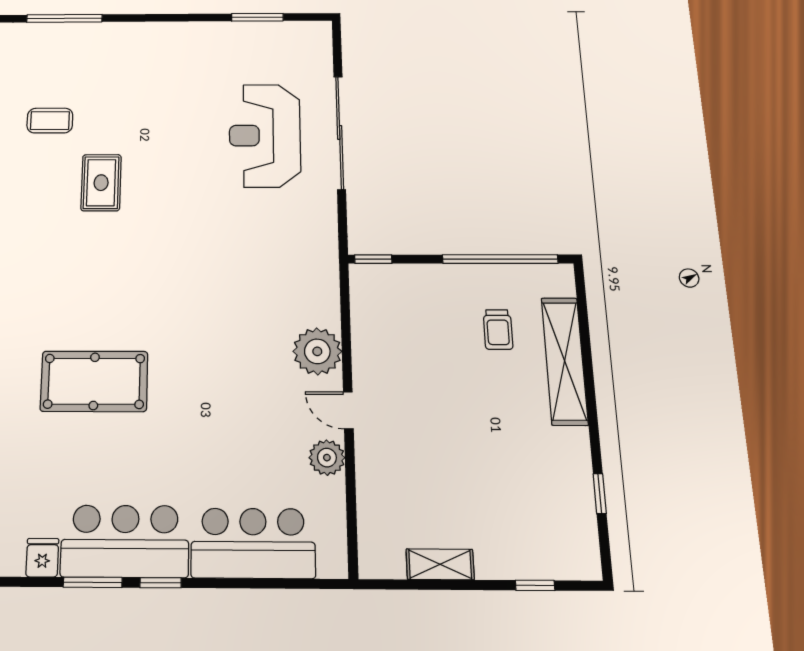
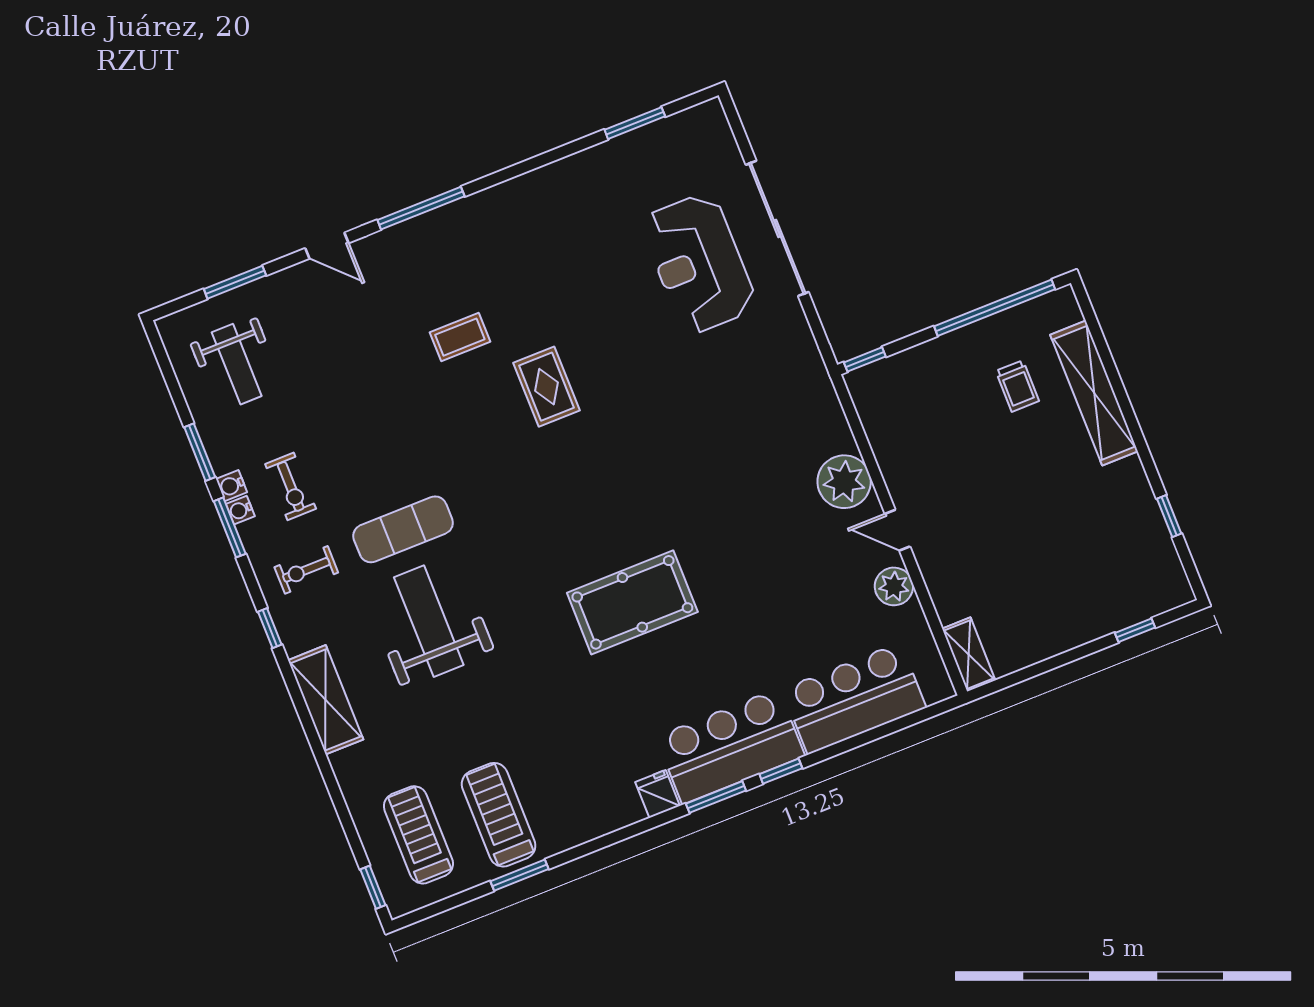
shelving: (440, 564) -> (969, 654), moved, turned 90

